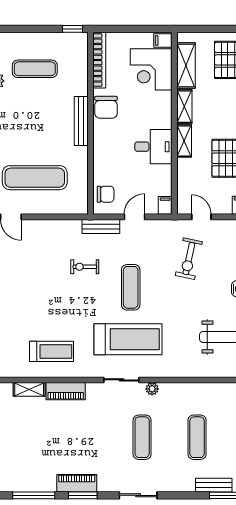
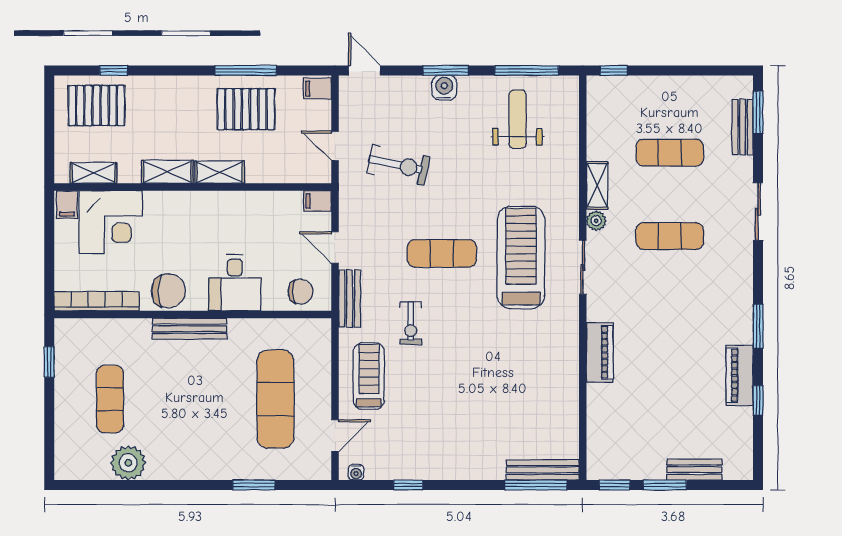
window: (72, 29) -> (49, 362), moved
shelving: (186, 66) -> (93, 173), width x0.67, depth x0.75
desk: (153, 147) -> (235, 283), moved, turned 180
chair: (106, 194) -> (301, 292), turned 90
door: (201, 217) -> (335, 146), hinge flipped
treadmill: (51, 351) -> (369, 376), moved
shelving: (29, 389) -> (597, 185), moved
piano: (77, 483) -> (740, 375), moved
window: (34, 495) -> (758, 400), width x0.46
sliding door: (138, 495) -> (758, 212), moved

